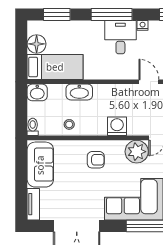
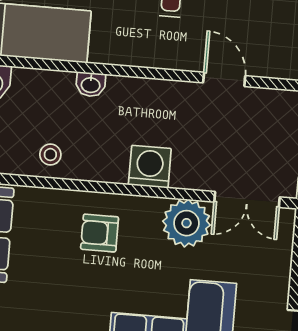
washbasin: (79, 92) -> (91, 84), width x0.52, depth x0.69
armchair: (96, 160) -> (100, 233), turned 180

